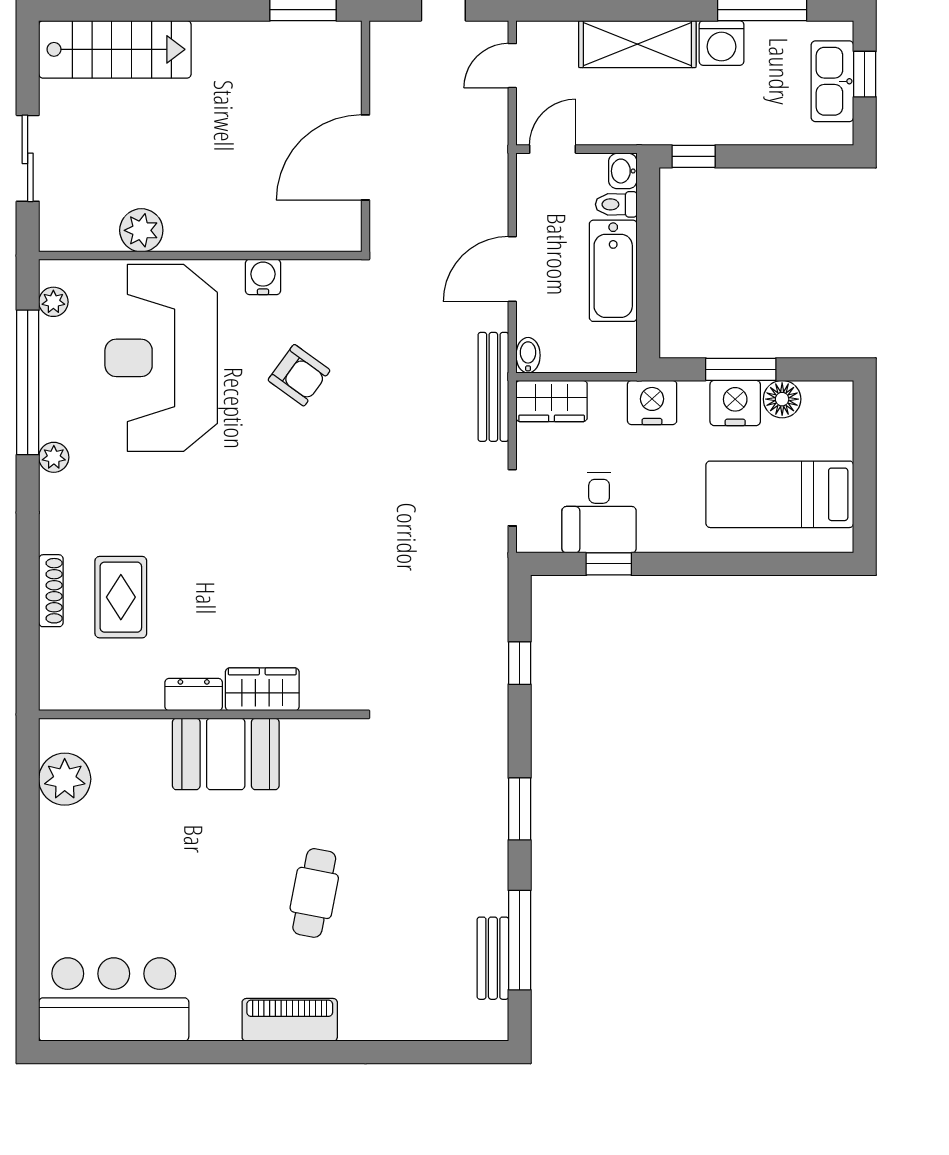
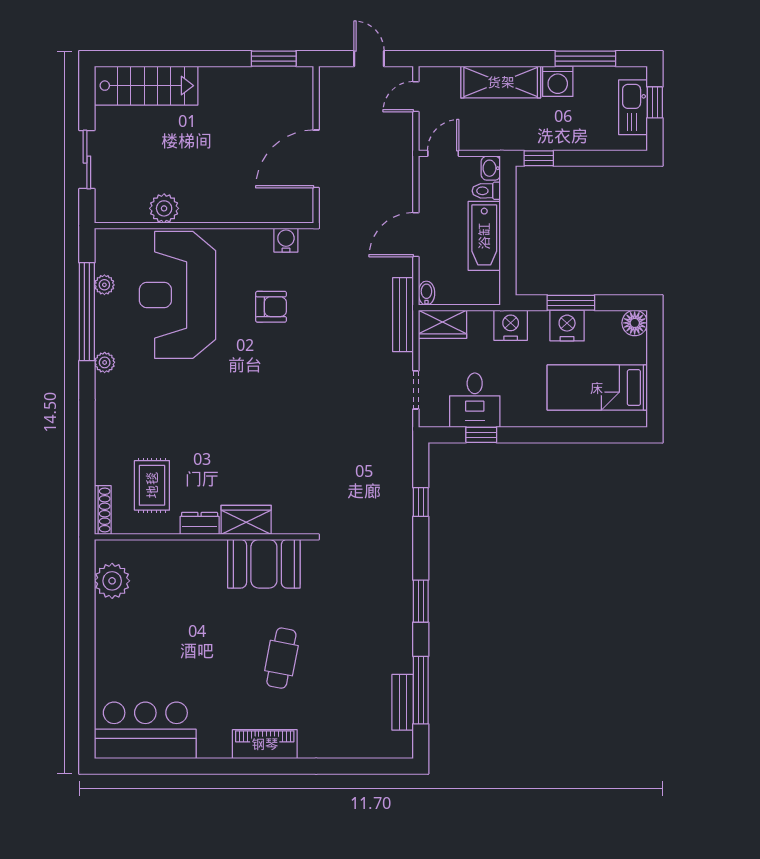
water cooler: (263, 277) -> (286, 240), moved
plant: (53, 302) -> (104, 285), moved
armchair: (299, 375) -> (271, 307), turned -36
floor lamp: (782, 399) -> (635, 323), moved
shoe rack: (51, 591) -> (103, 510), moved
rug: (121, 597) -> (152, 485), moved
booth: (226, 754) -> (264, 564), moved

